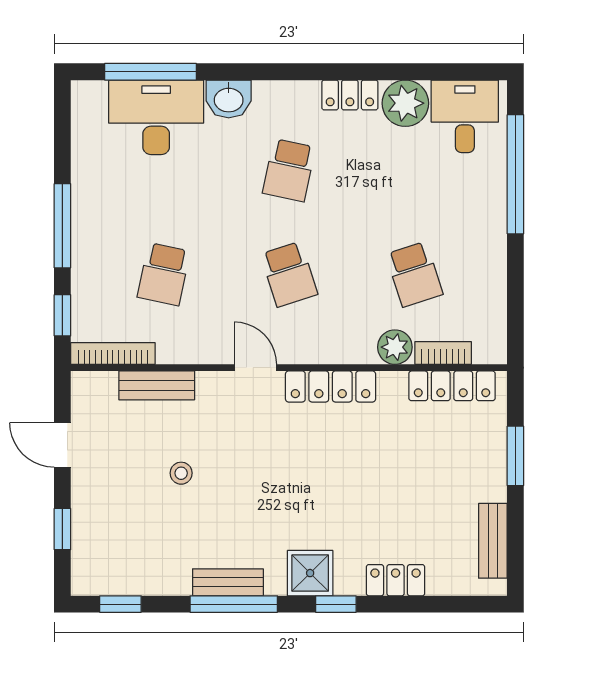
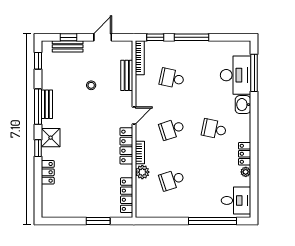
plant: (405, 103) -> (246, 172), width x0.53, depth x0.53
bookcase: (443, 353) -> (140, 152), moved
bench: (493, 541) -> (68, 46), moved

